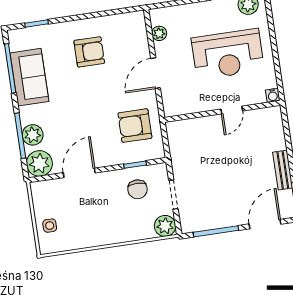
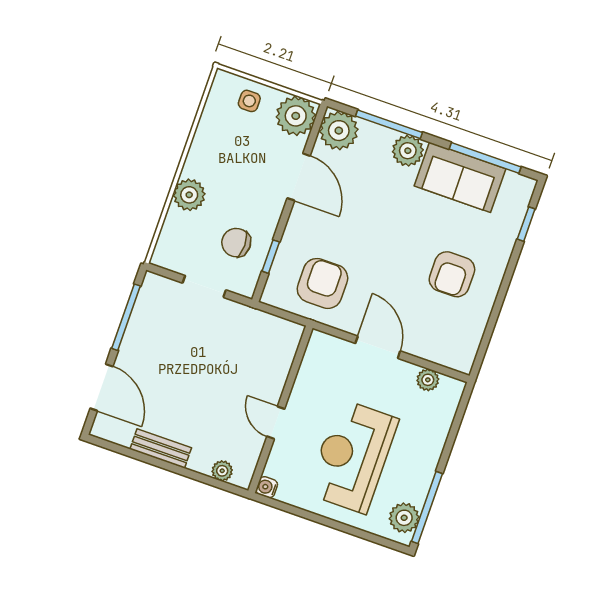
plant: (277, 127) -> (222, 471), added
plant: (33, 135) -> (408, 151), moved
plant: (44, 193) -> (296, 116), added
plant: (165, 226) -> (189, 195), moved

